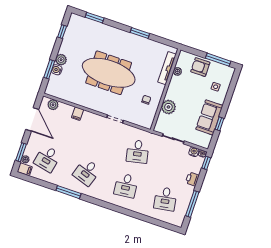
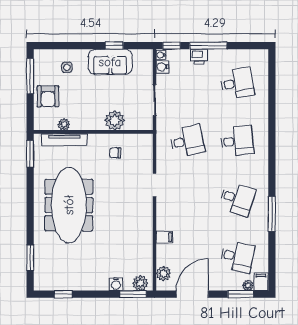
window: (140, 33) -> (30, 154), moved
plant: (61, 60) -> (140, 283), moved
window: (49, 69) -> (133, 294), moved
meeting table: (109, 73) -> (69, 205), moved
window: (192, 204) -> (208, 46), moved

